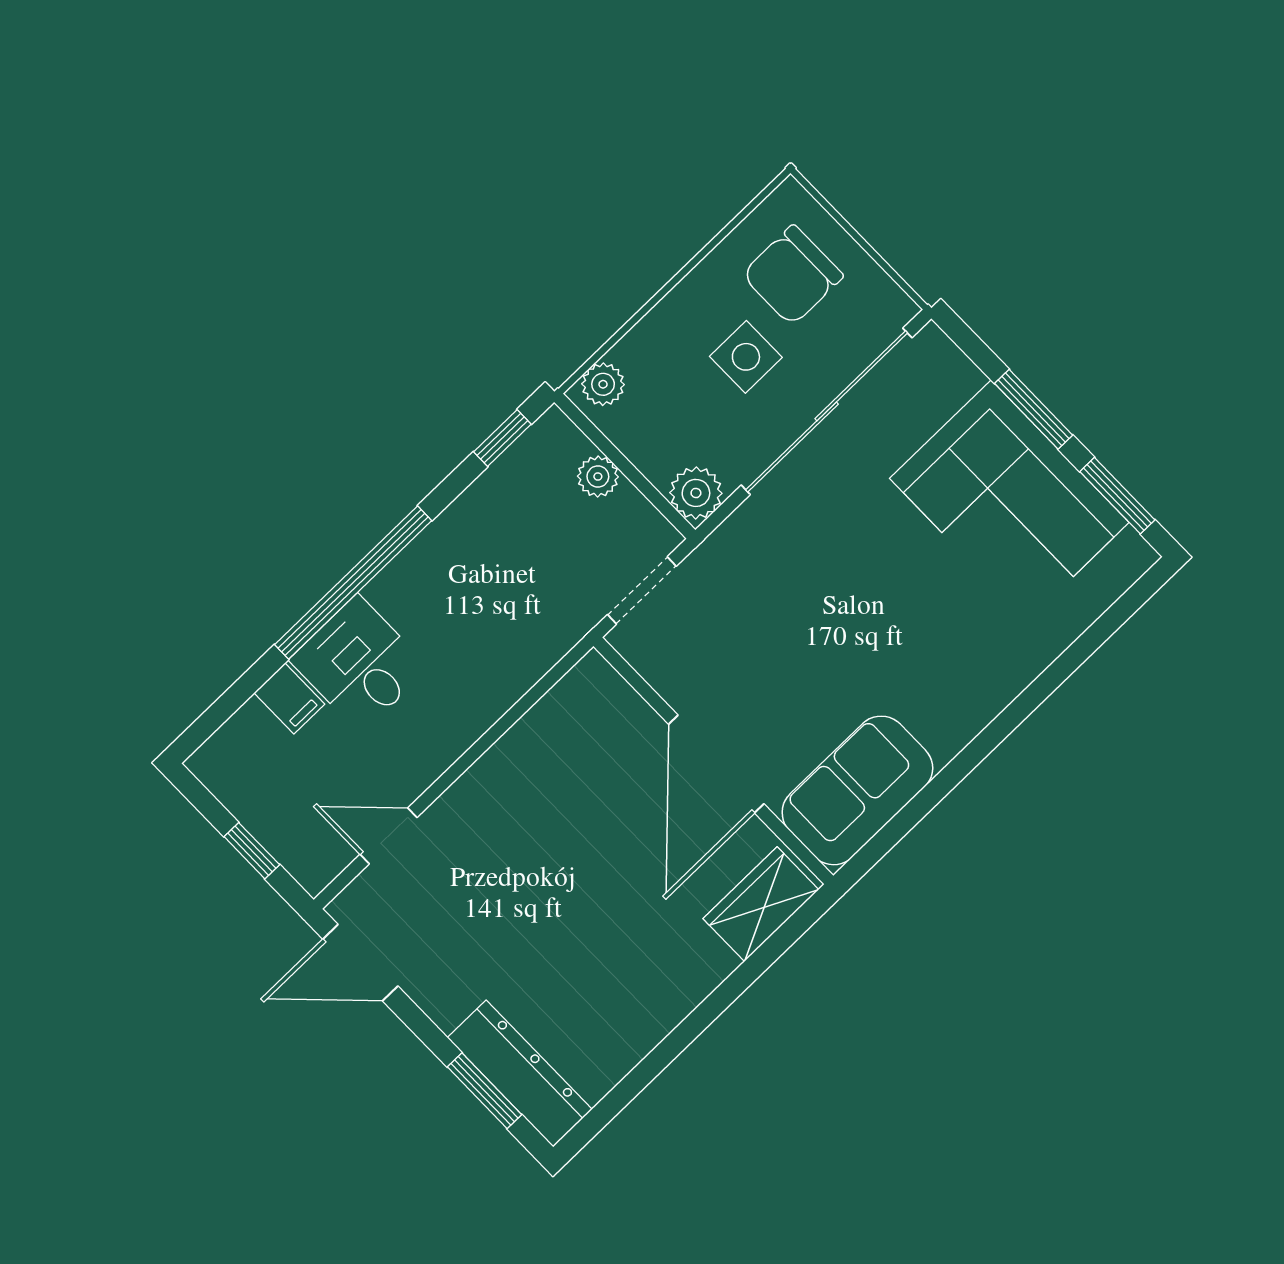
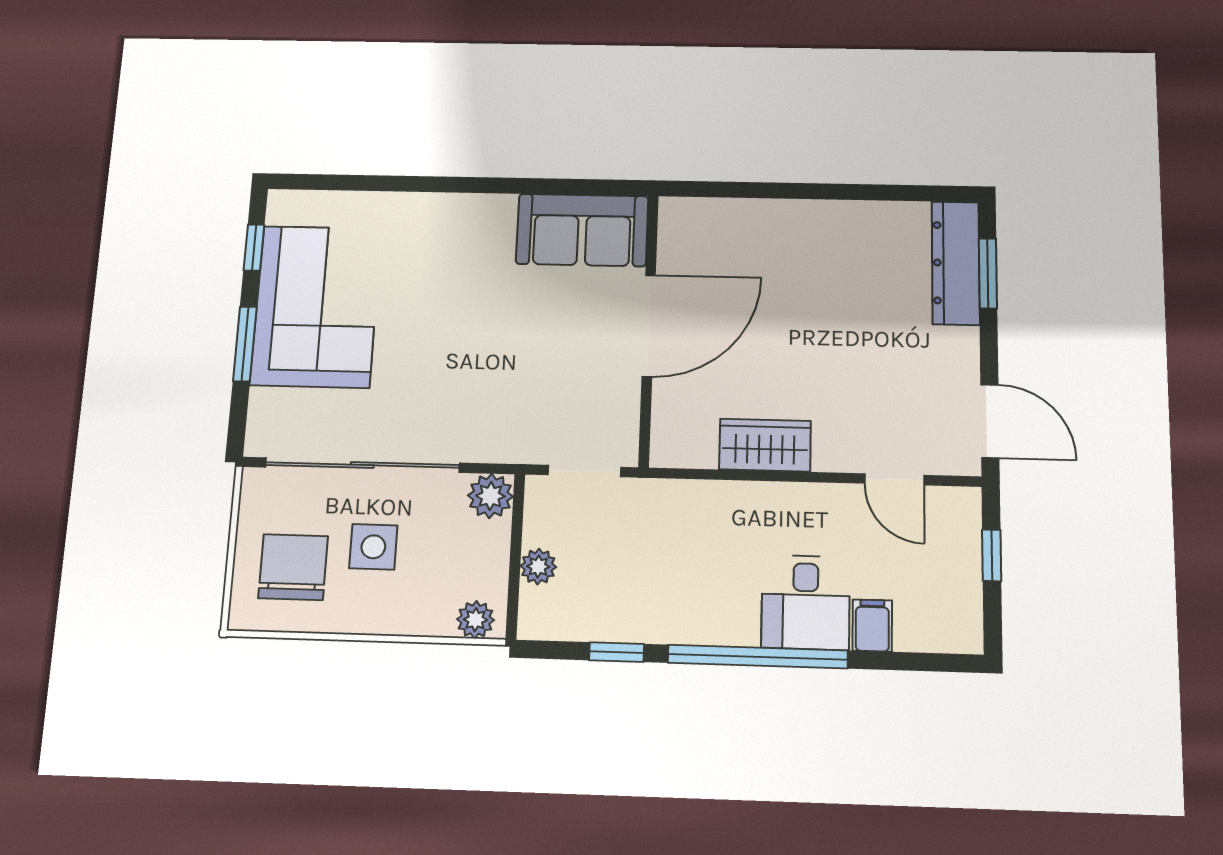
chair: (793, 275) -> (293, 567), turned -90
window: (502, 438) -> (617, 652), moved
window: (1117, 496) -> (254, 248), width x0.67
wardrobe: (761, 904) -> (765, 445), moved, turned 180

